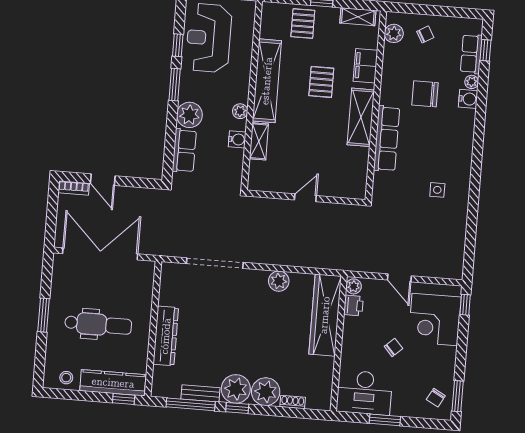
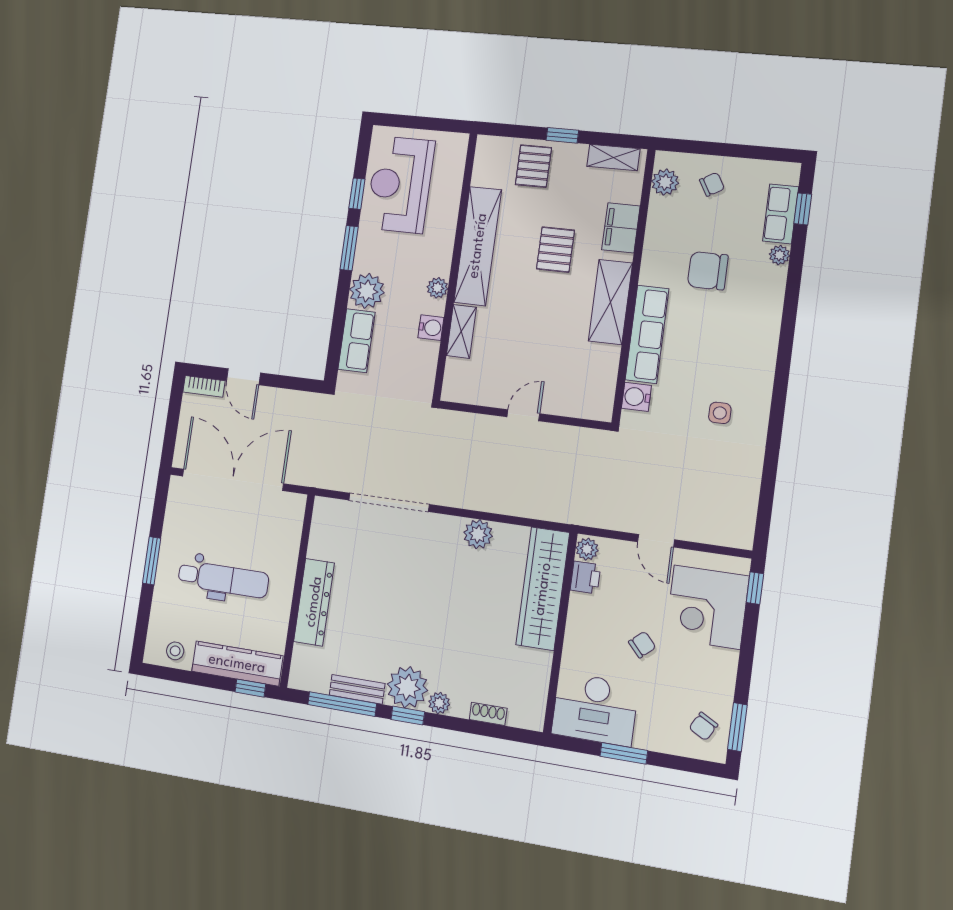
water cooler: (468, 99) -> (636, 397), moved, turned 180
plant: (266, 392) -> (439, 703), width x0.53, depth x0.53

